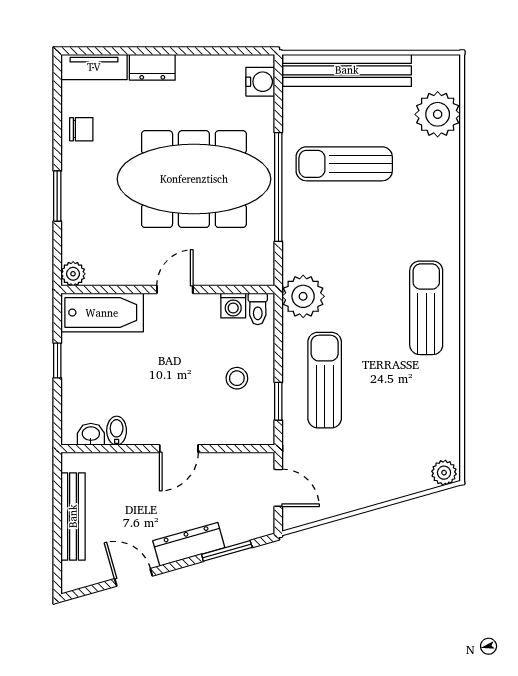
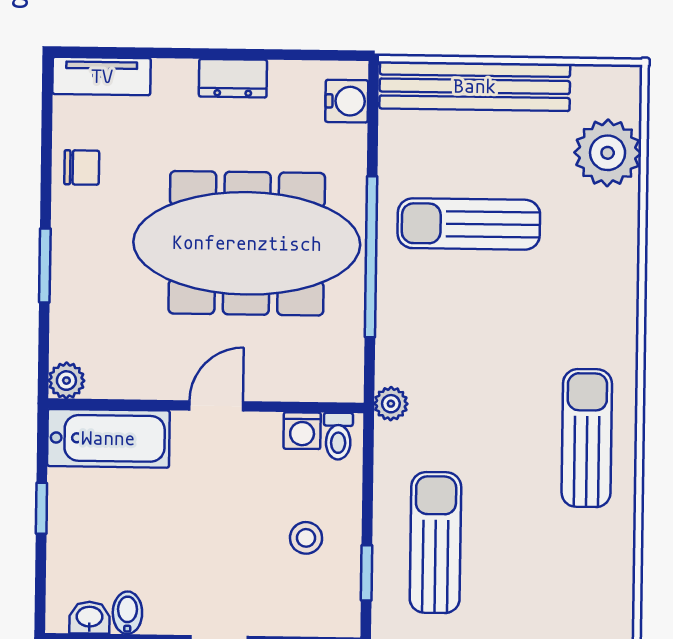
dresser: (152, 67) -> (233, 78), moved
plant: (303, 296) -> (391, 404), width x0.53, depth x0.53

